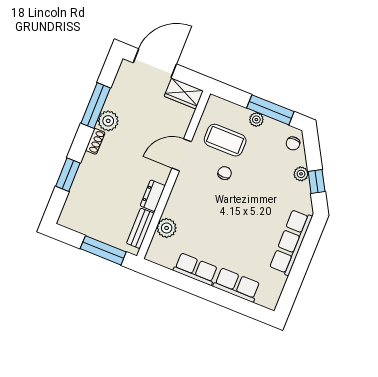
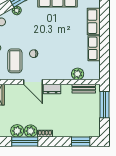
plant: (117, 100) -> (17, 131), added
window: (68, 175) -> (81, 142), moved
dresser: (153, 196) -> (52, 89), moved

